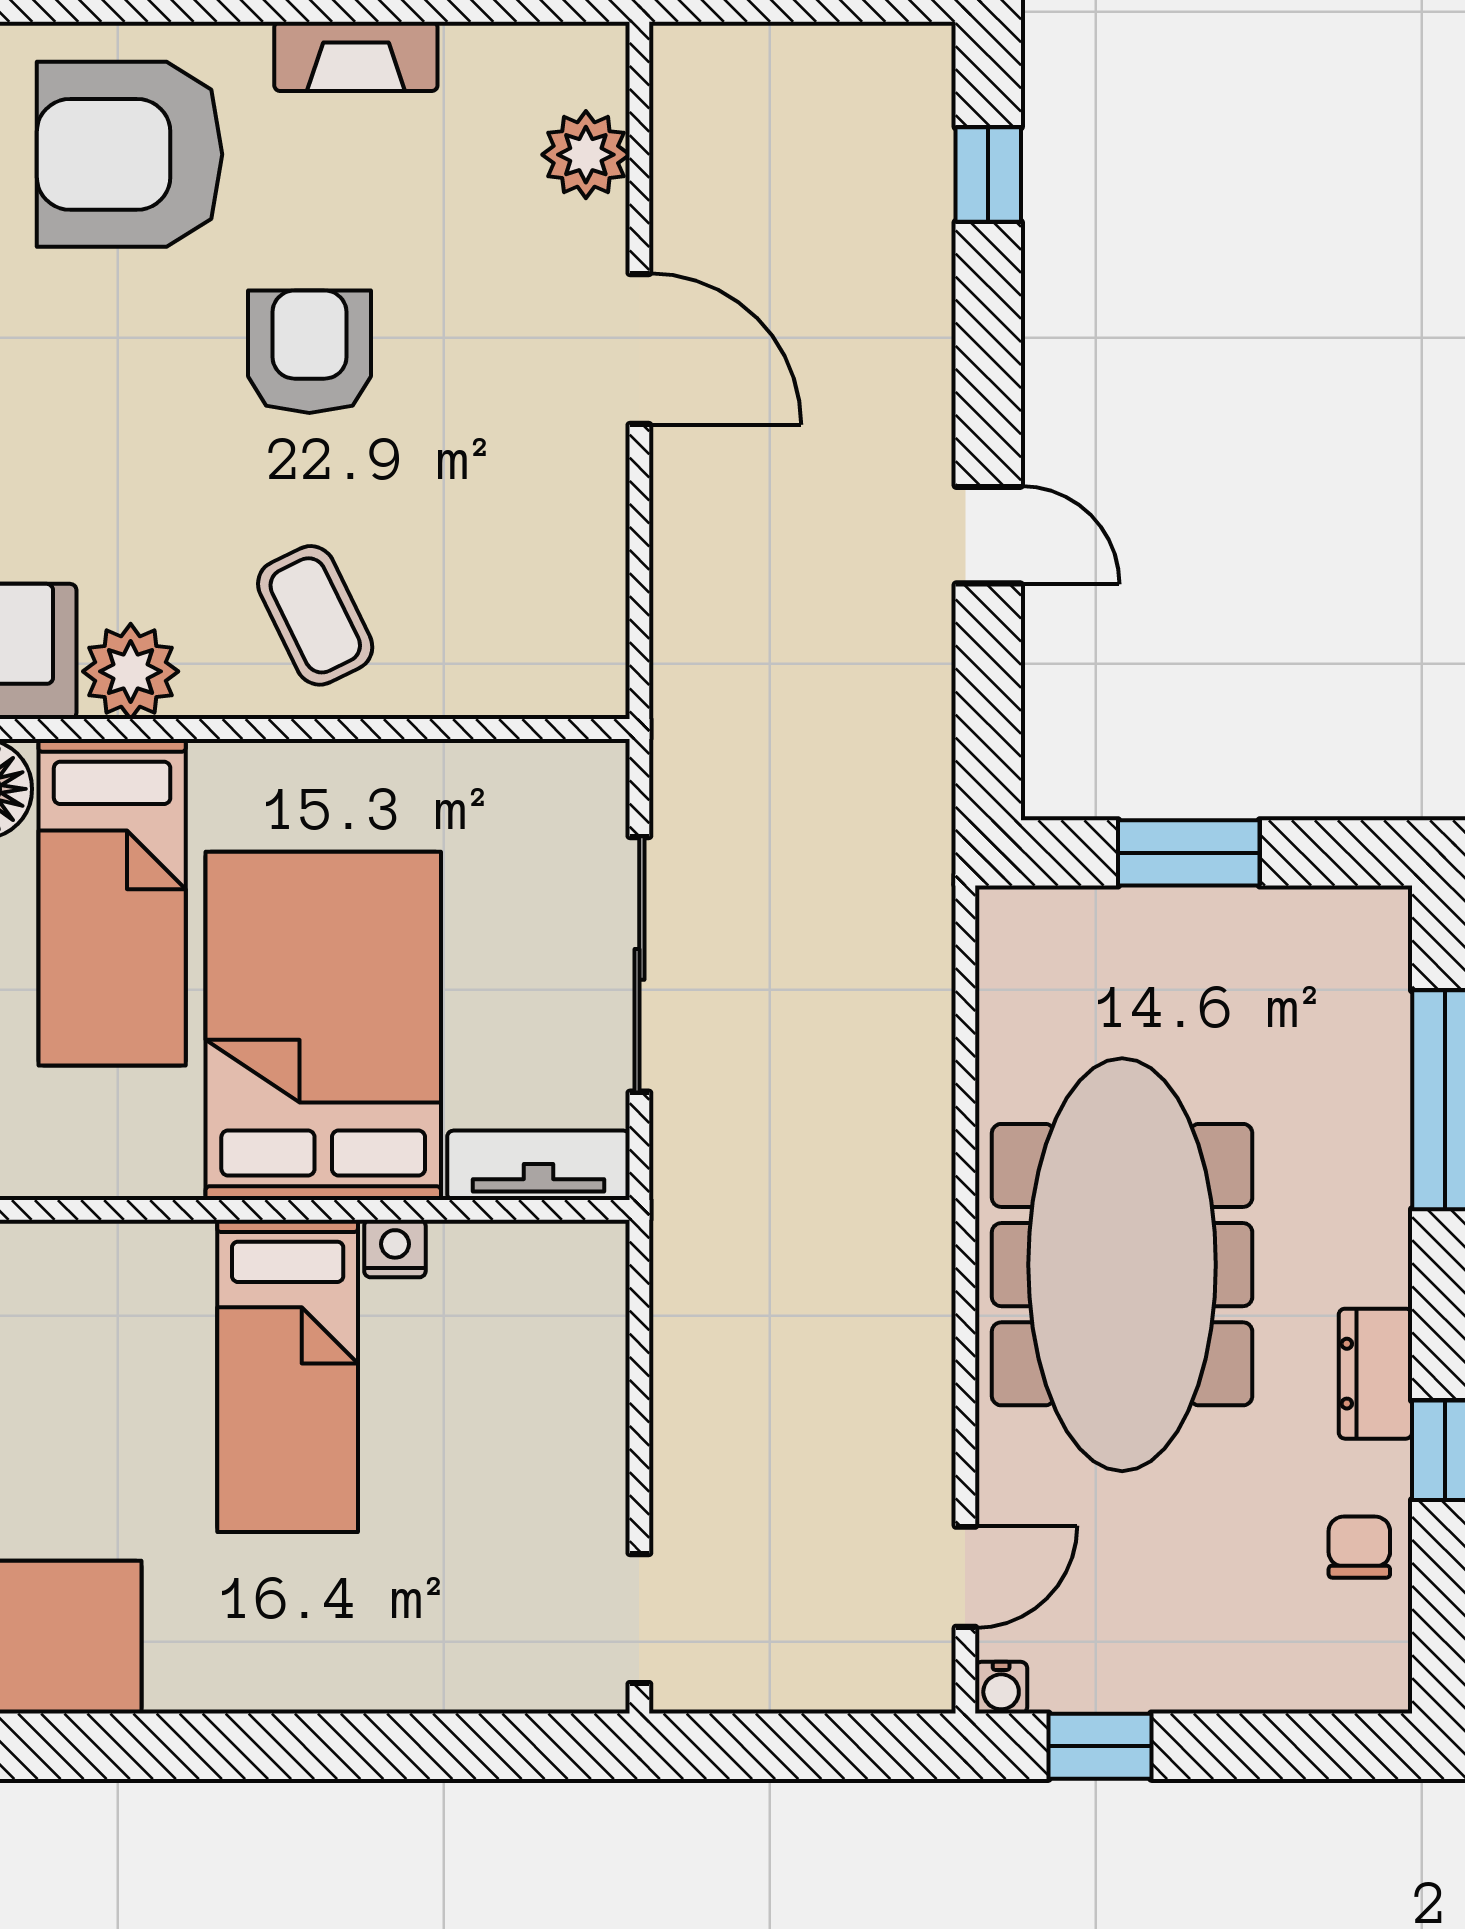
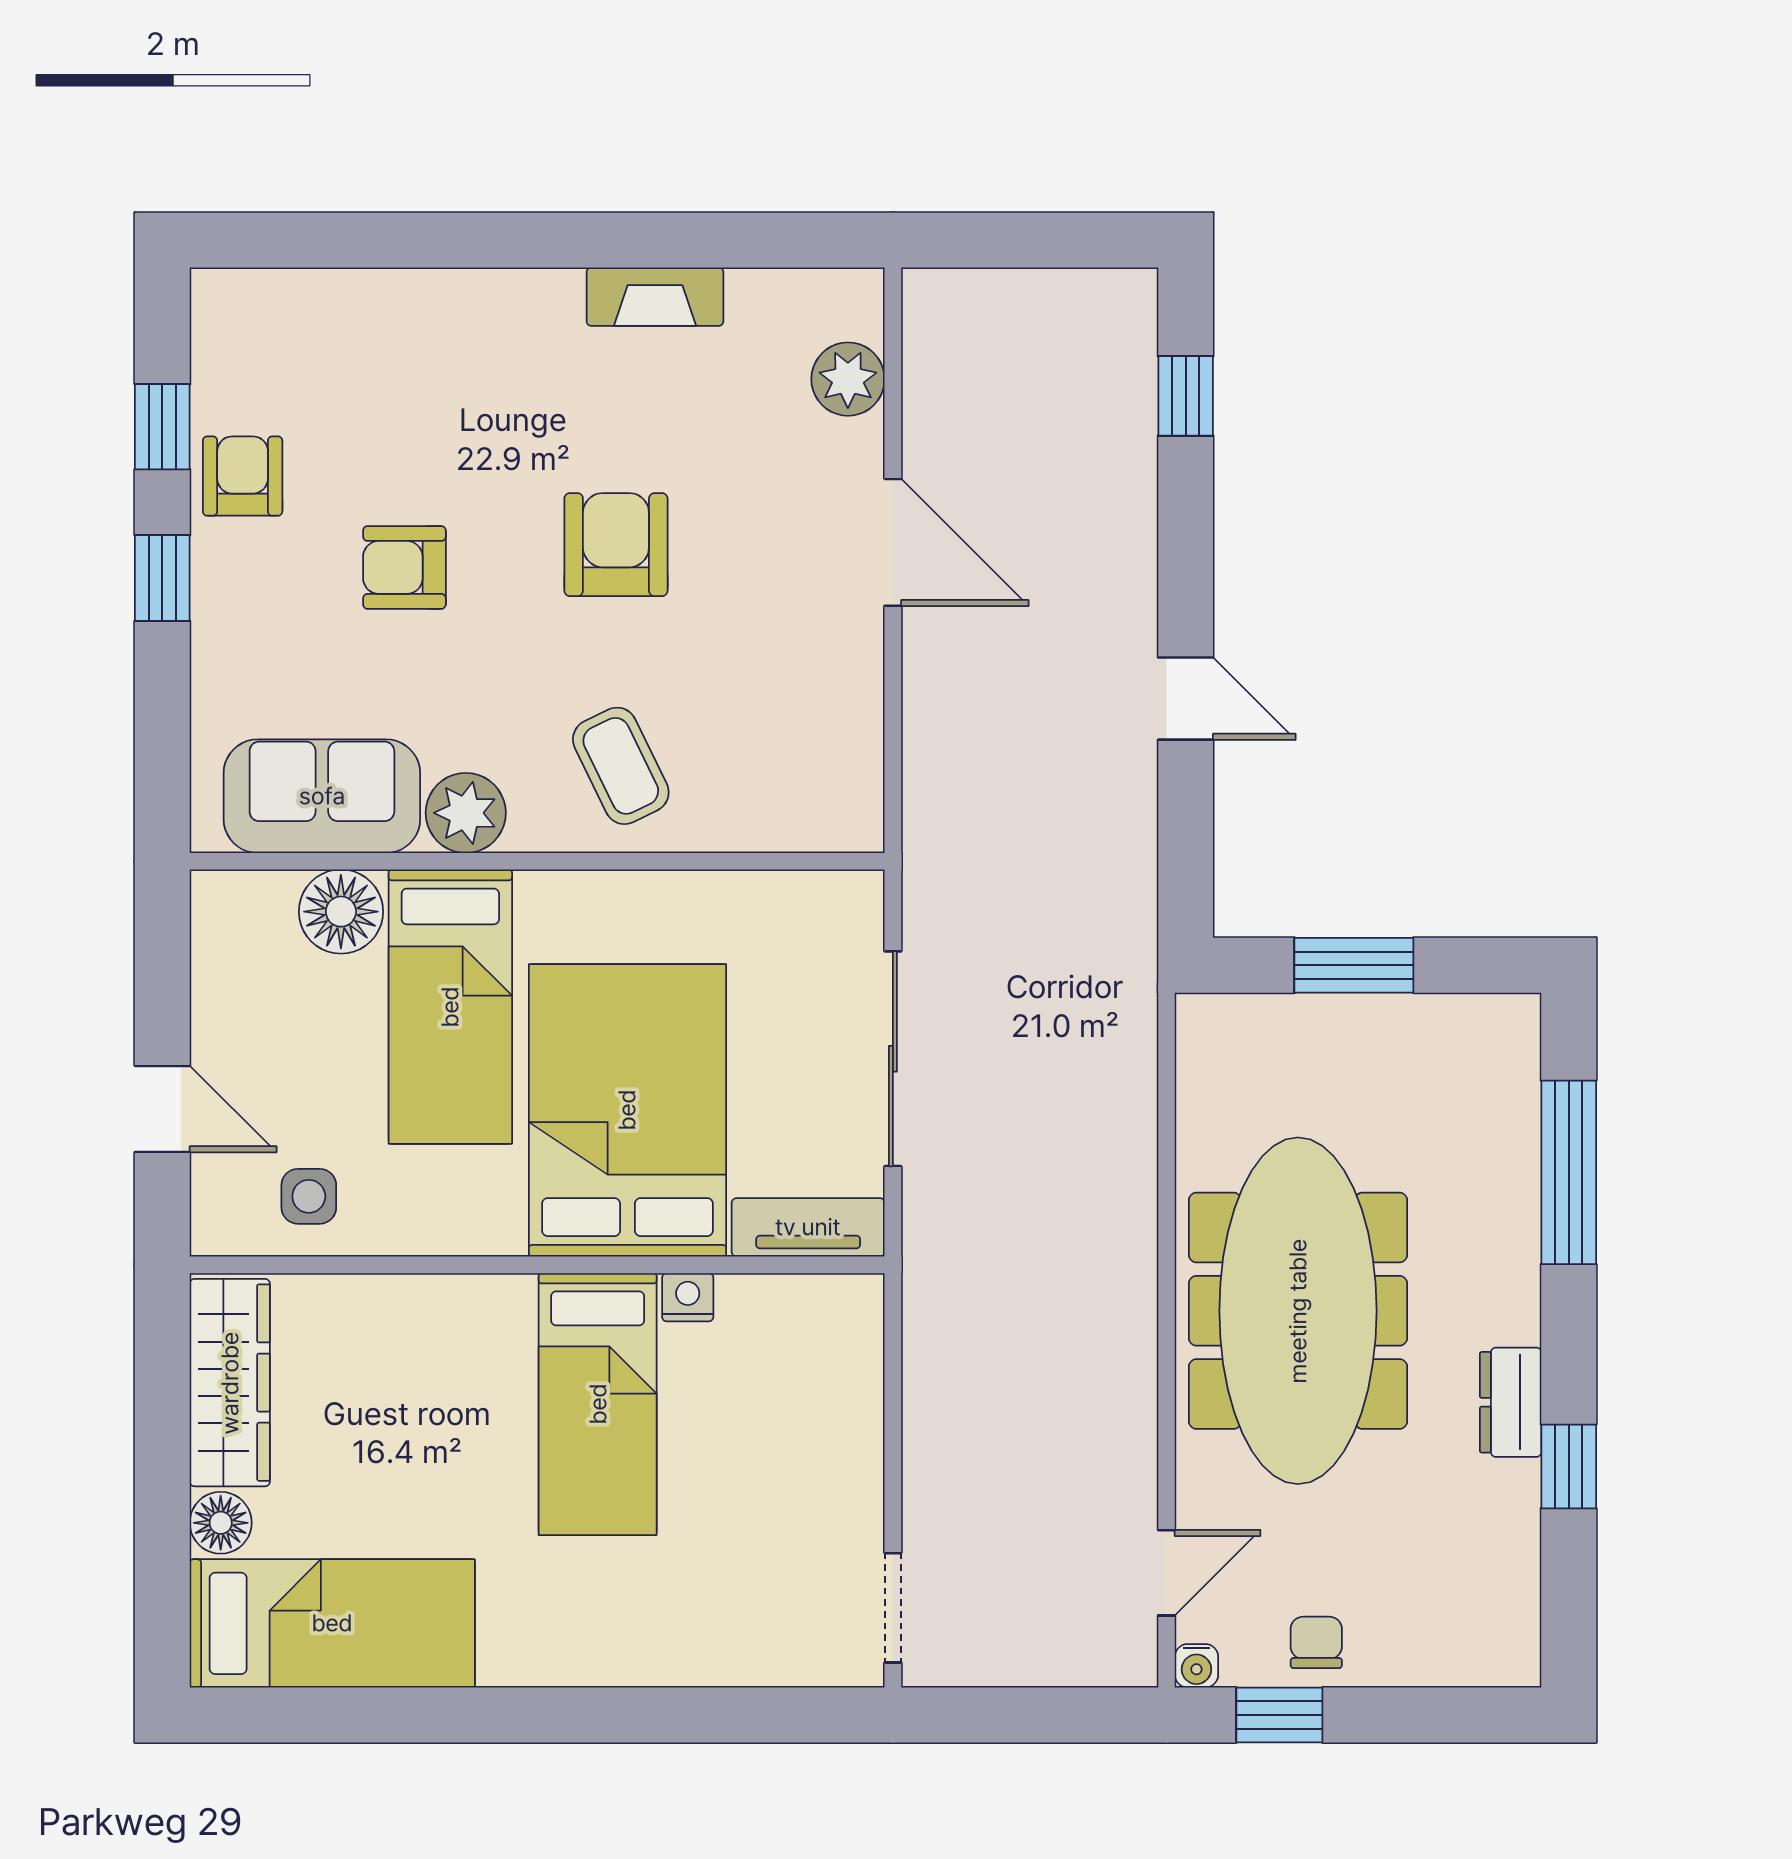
armchair: (129, 154) -> (404, 567), moved, width x0.53, depth x0.53
chair: (1359, 1547) -> (1316, 1642), moved

